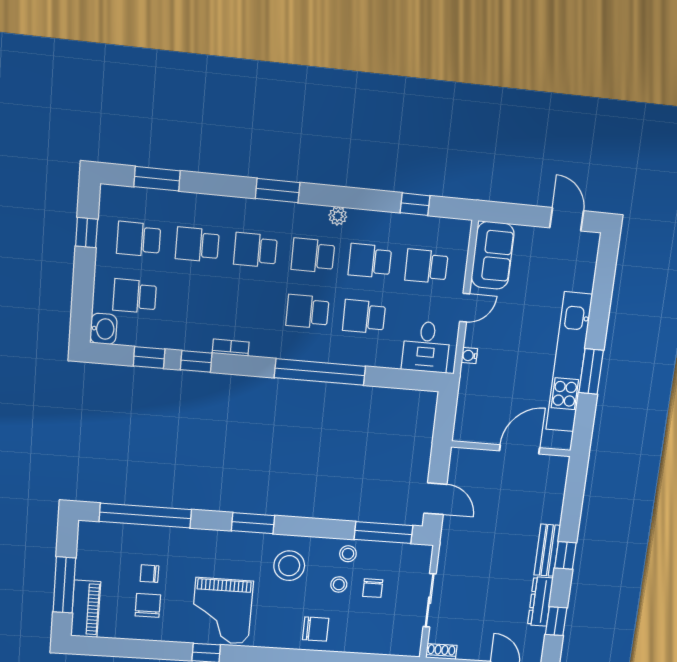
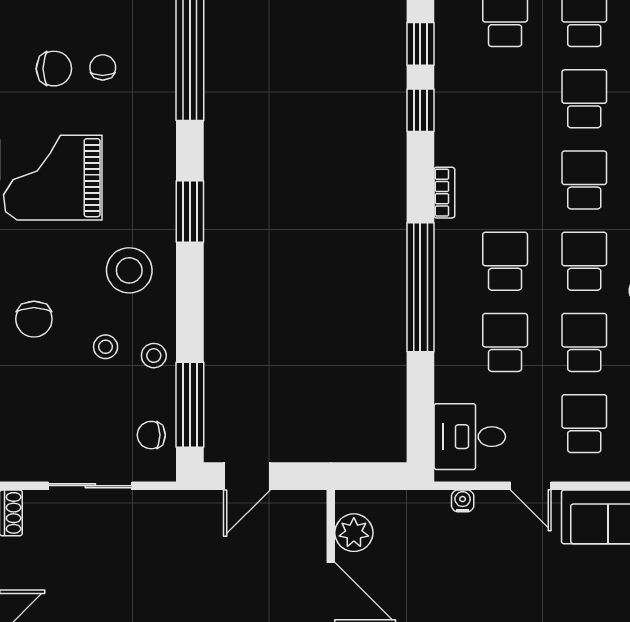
bookcase: (231, 348) -> (444, 193), moved
plant: (482, 431) -> (354, 533), added
chair: (373, 588) -> (151, 435), moved

